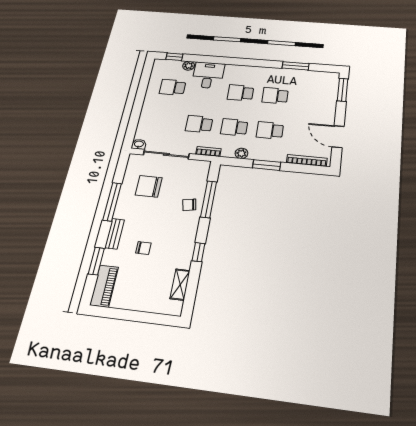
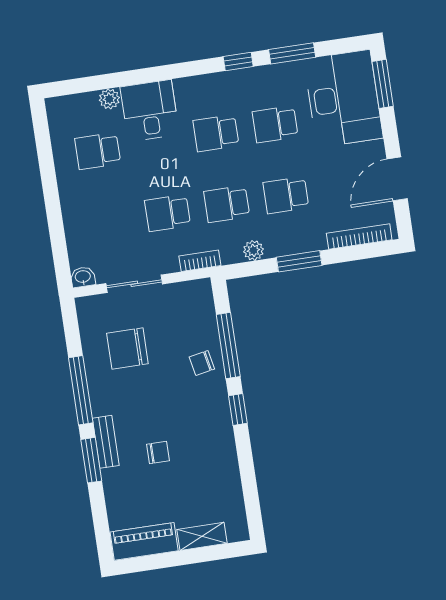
window: (174, 57) -> (238, 62), moved
desk: (318, 92) -> (343, 99), added
door: (338, 137) -> (397, 179), hinge flipped
sliding door: (166, 154) -> (134, 284), width x0.73
window: (198, 252) -> (238, 409), moved
window: (96, 261) -> (91, 460), moved
shelving: (180, 285) -> (202, 536), moved, turned 90
piano: (104, 286) -> (144, 541), moved, turned -90

